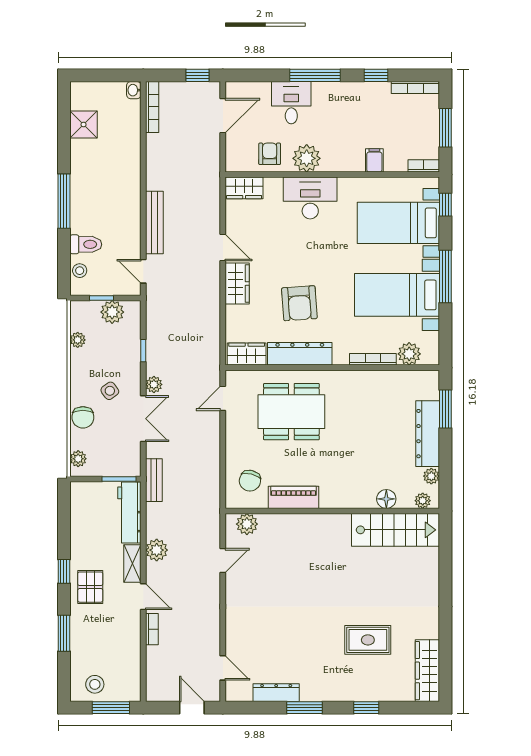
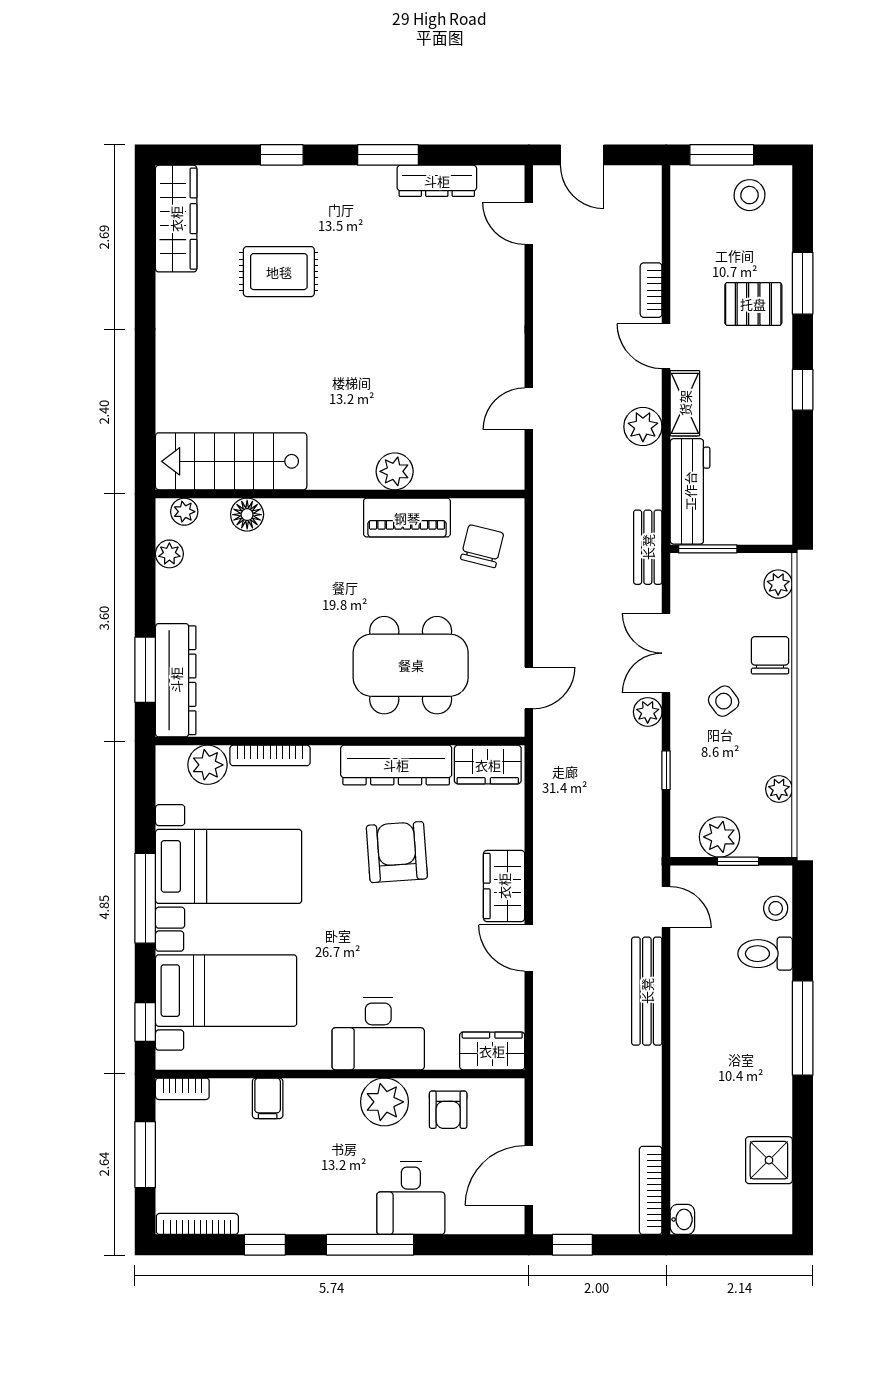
dresser: (428, 434) -> (176, 680), moved
plant: (247, 524) -> (395, 471), moved
pallet: (90, 587) -> (753, 304), moved, turned 90

